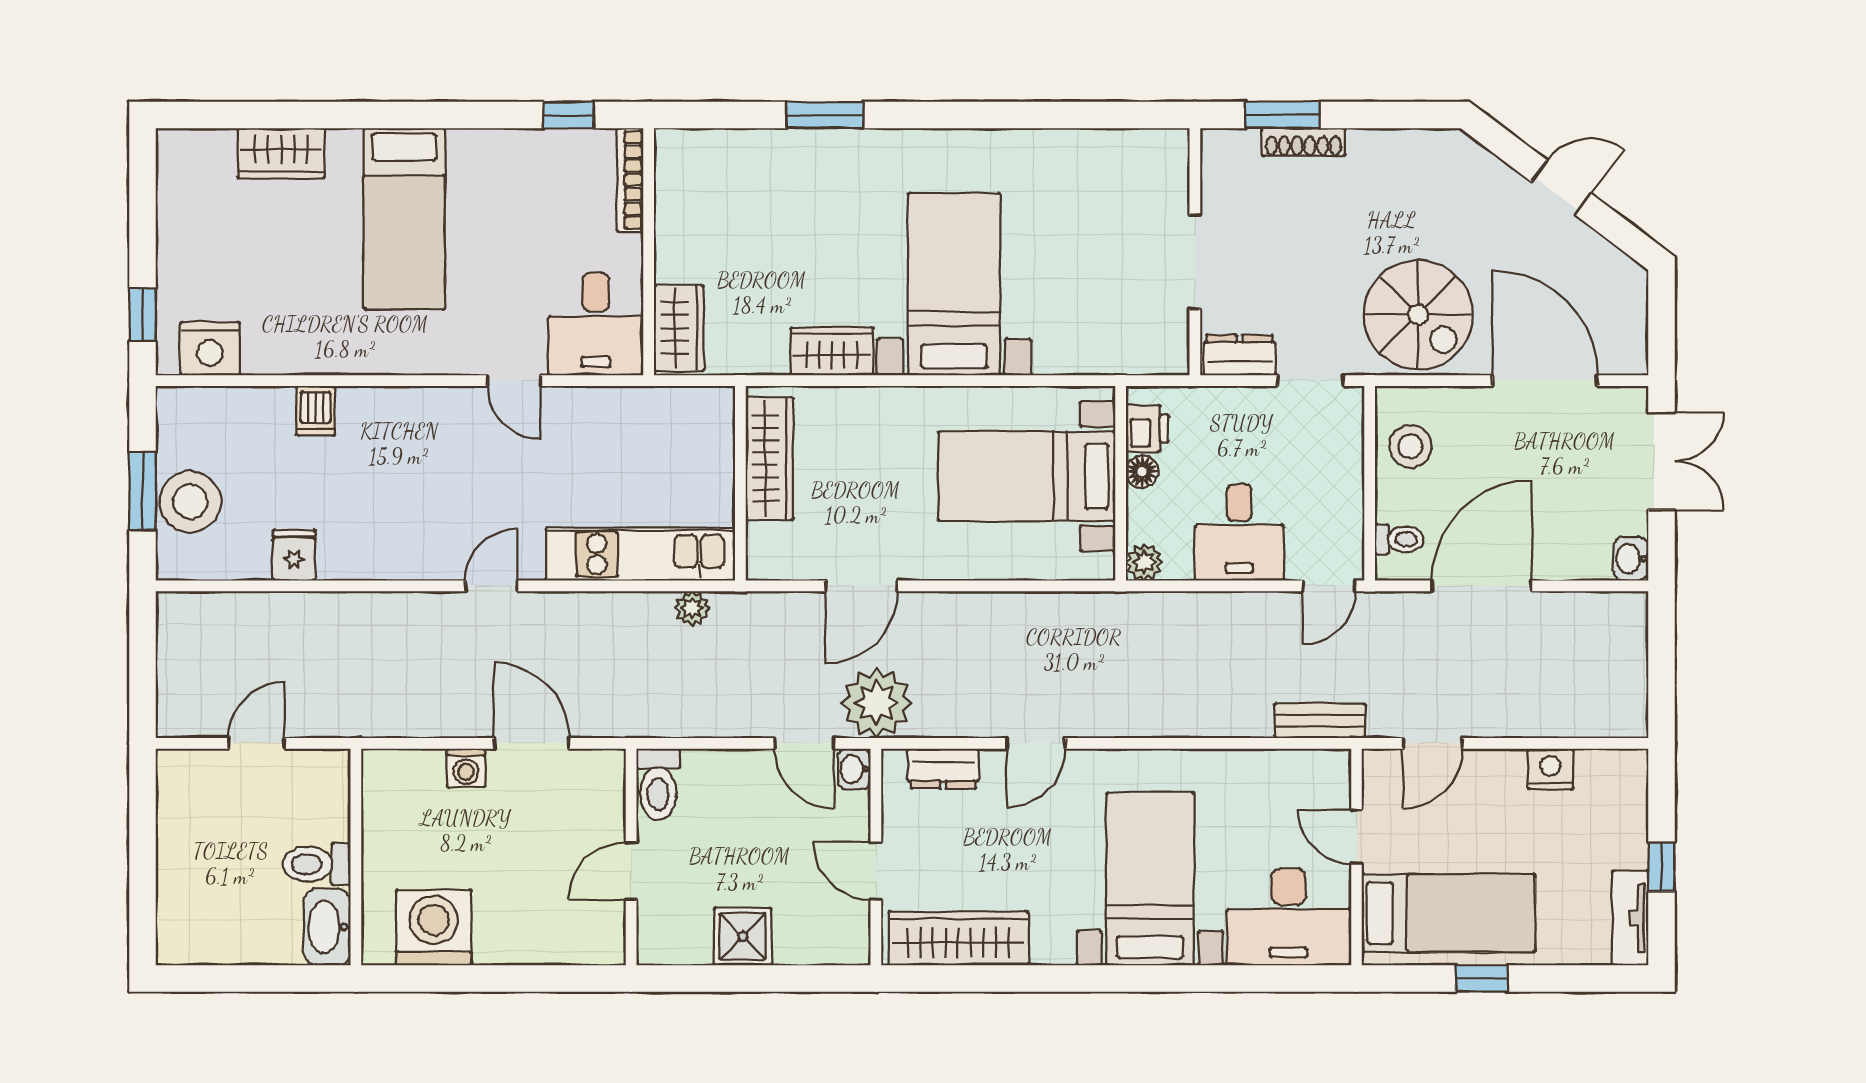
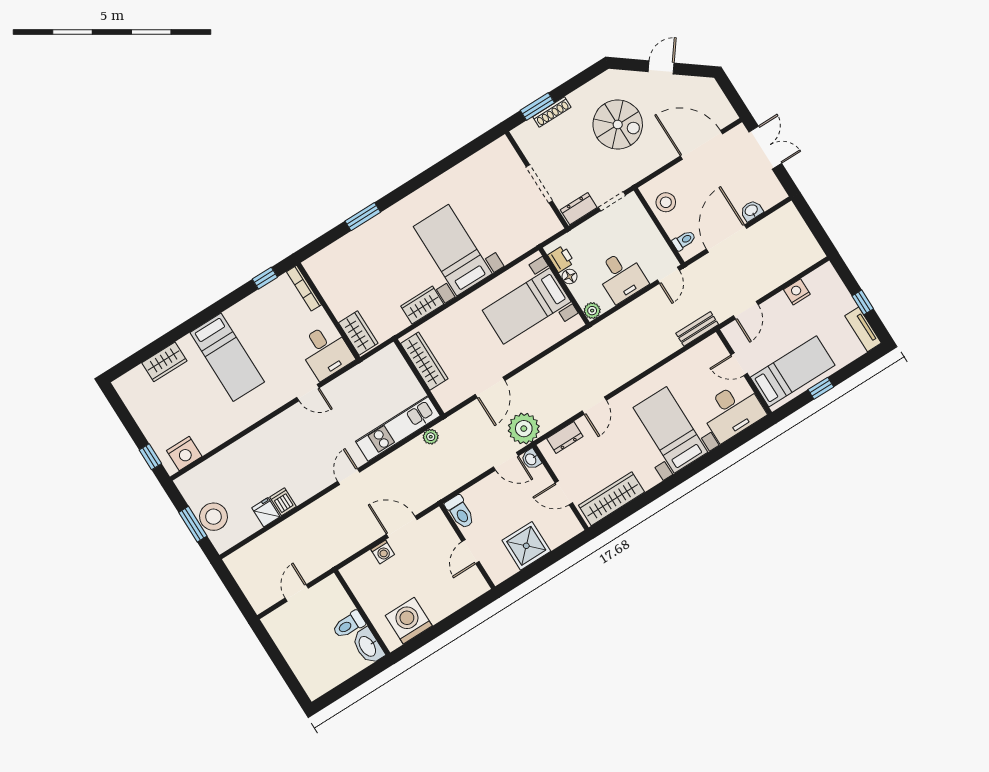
spiral stairs: (1418, 315) -> (618, 124), moved
dishwasher: (316, 411) -> (283, 502), moved, turned 180
washbasin: (1631, 559) -> (751, 211), moved, turned 90
shower: (743, 936) -> (526, 546), width x1.36, depth x1.36

